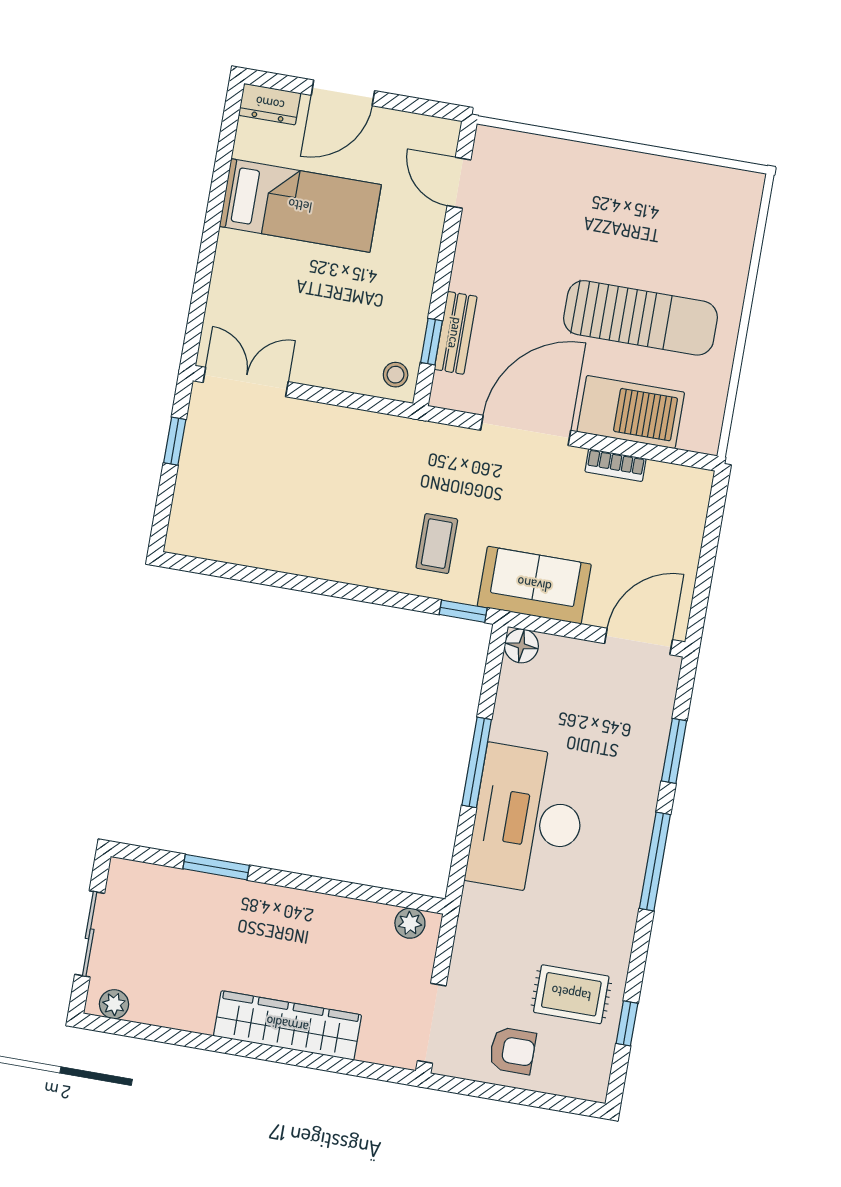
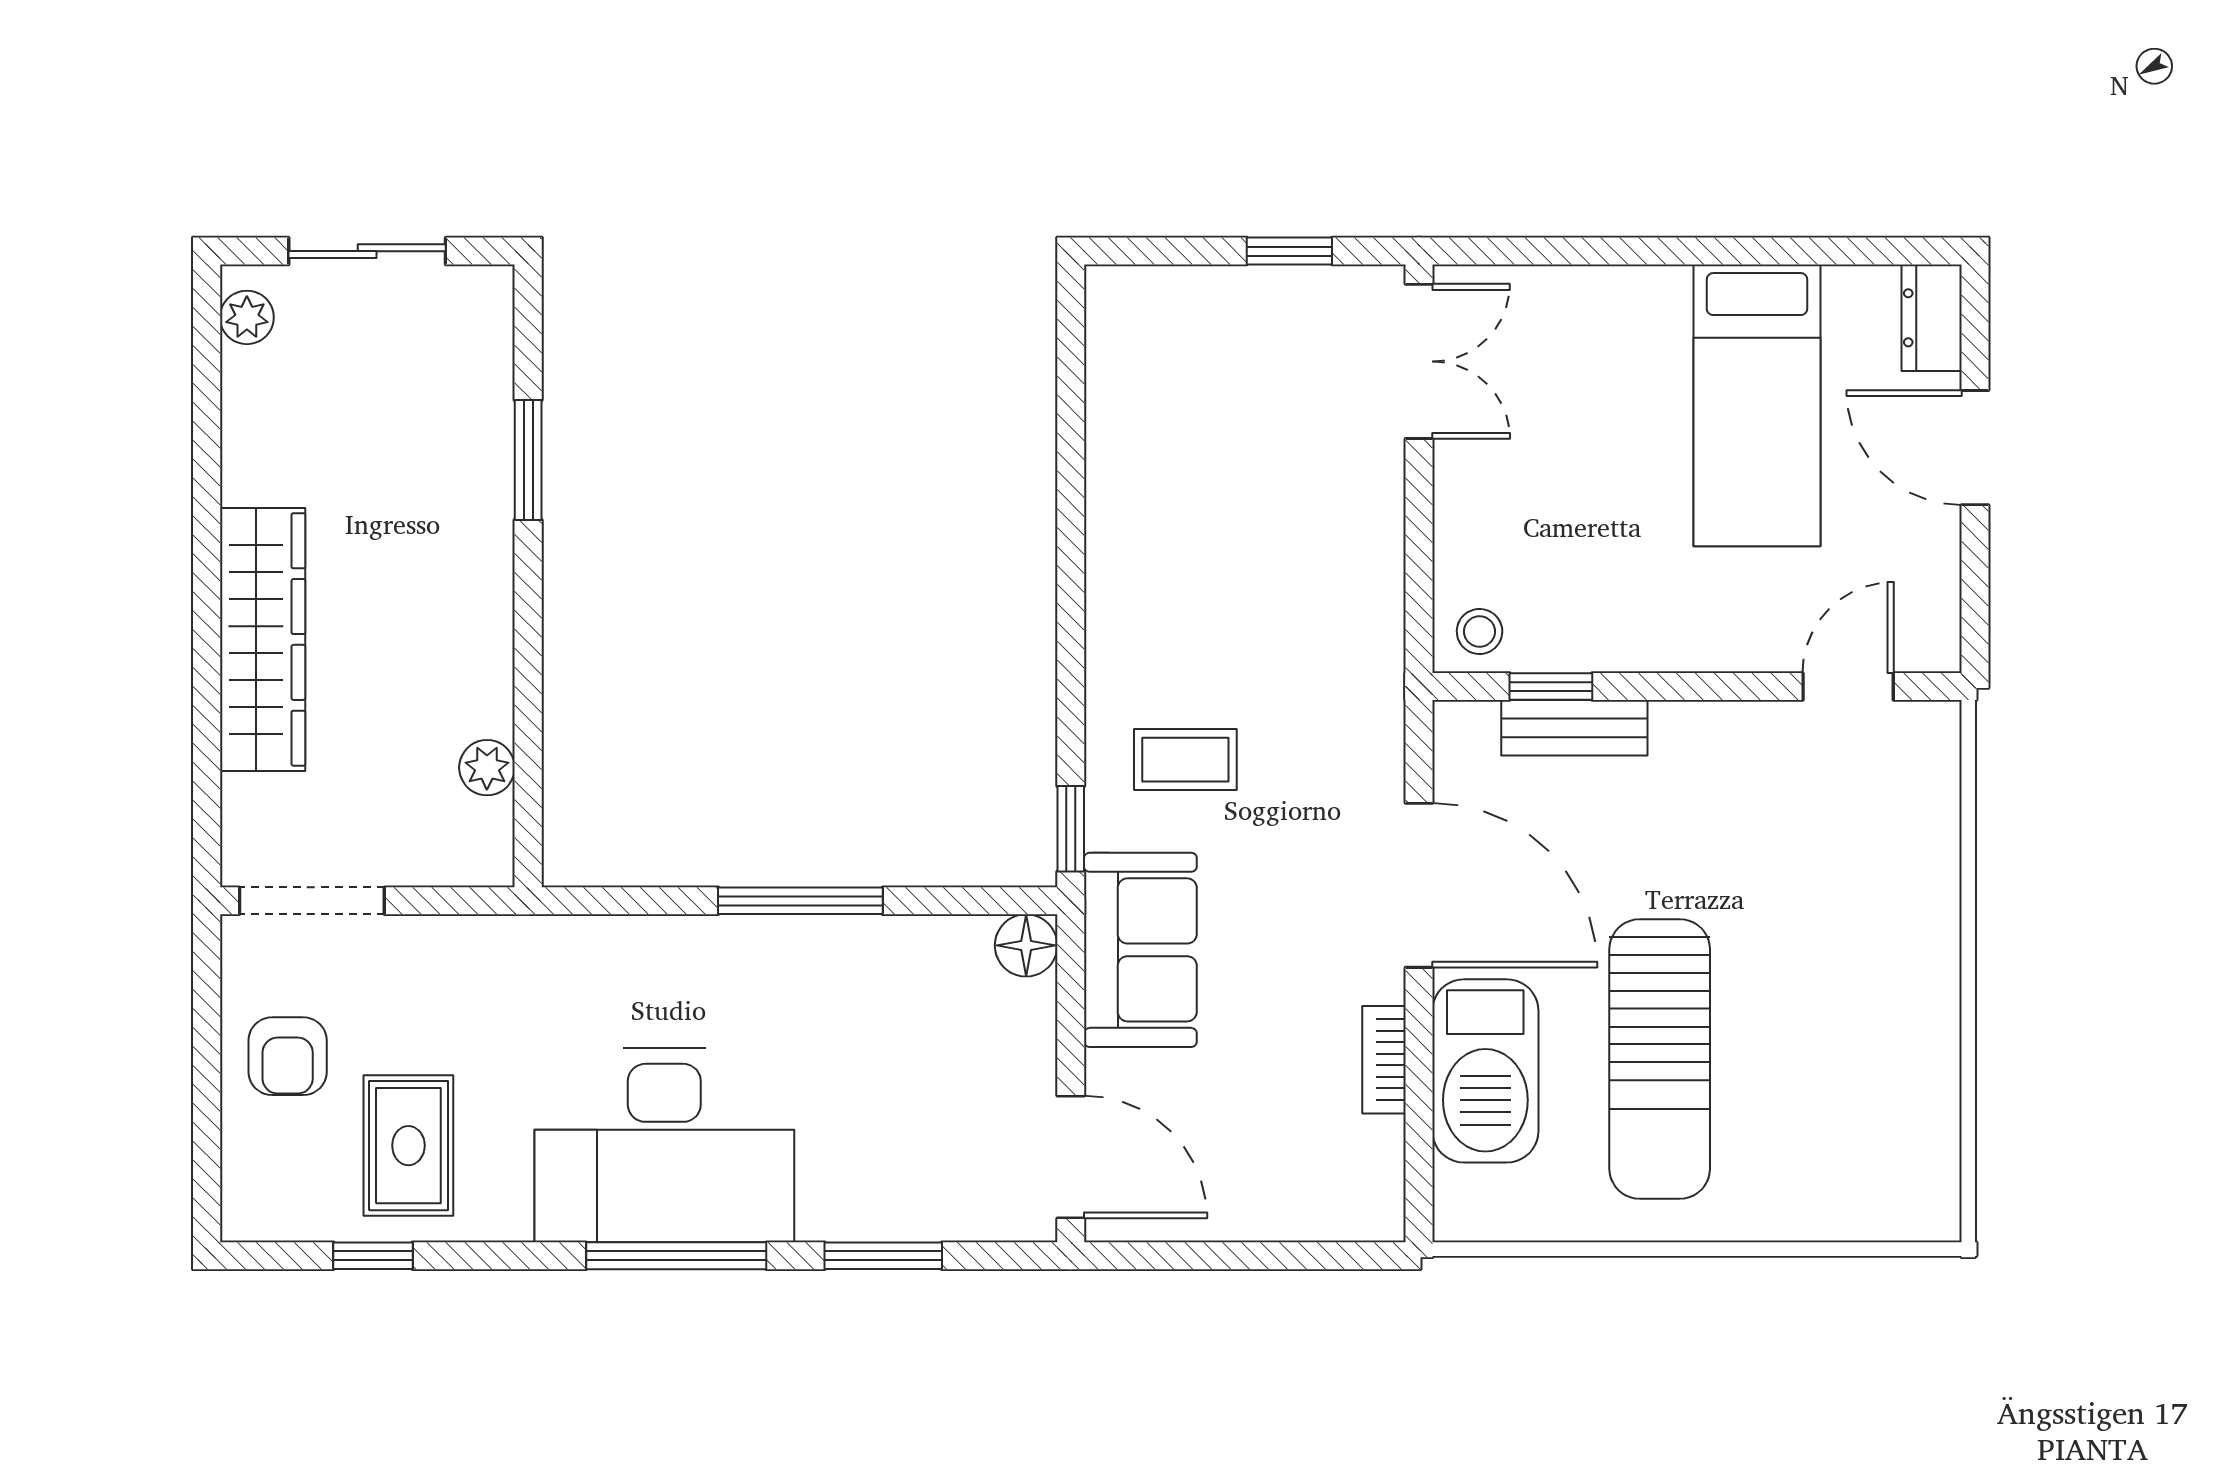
desk: (528, 820) -> (664, 1145), moved, turned 180
plant: (410, 923) -> (487, 768), moved

